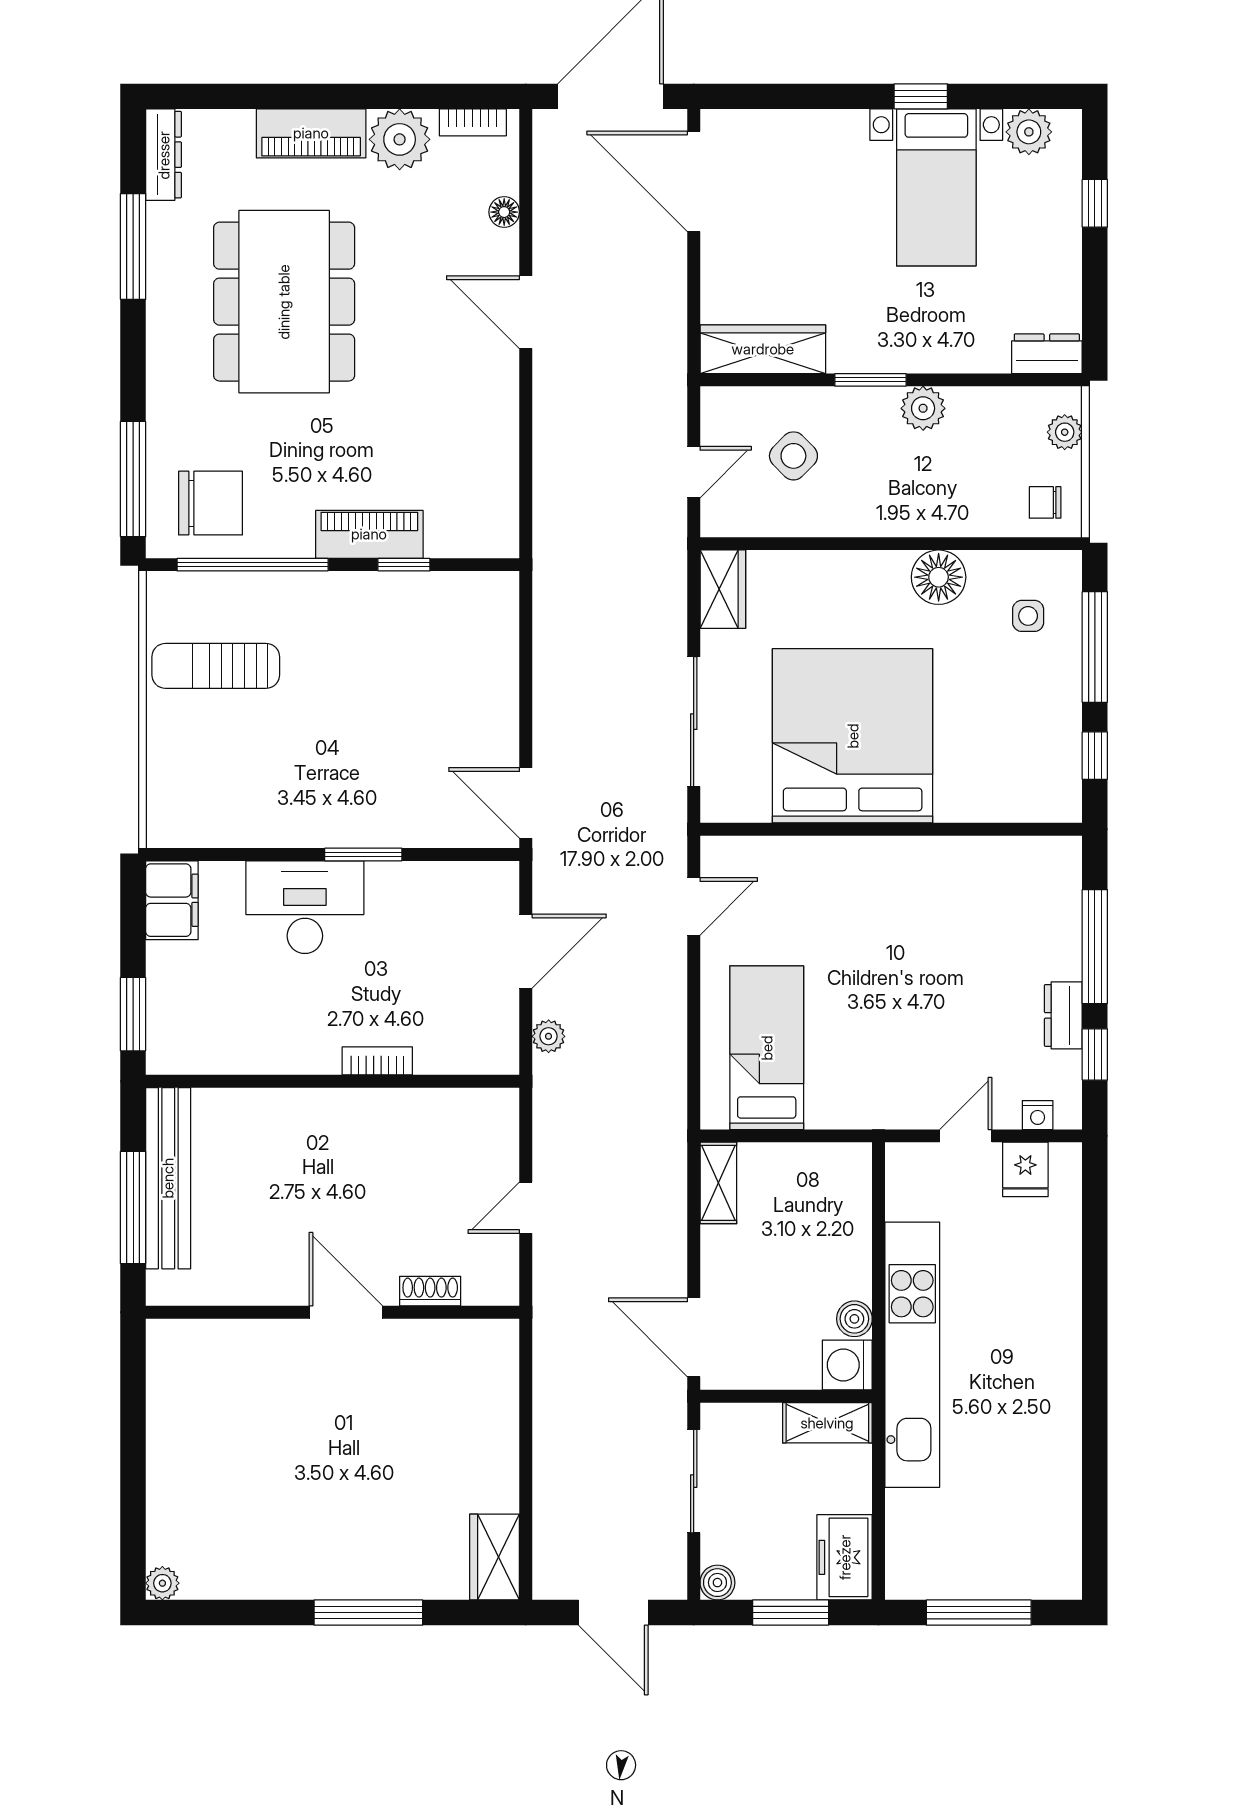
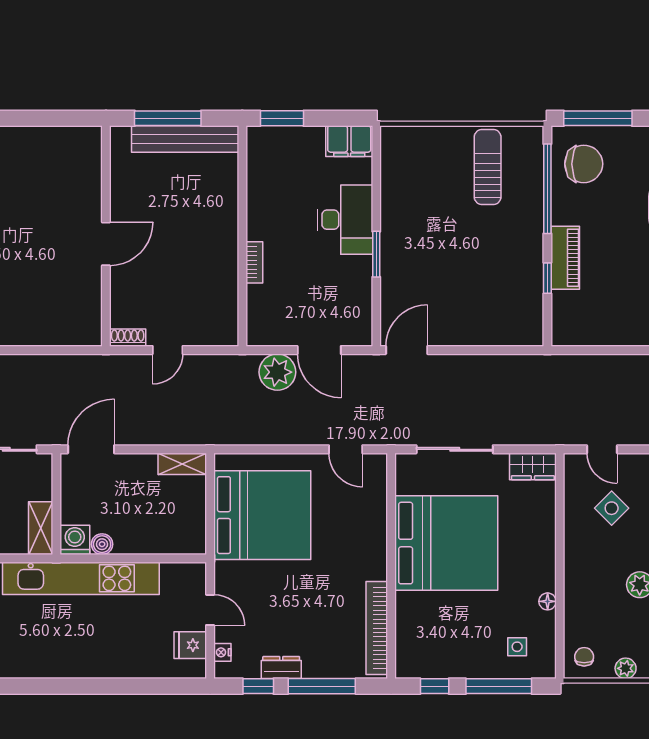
chair: (211, 503) -> (584, 164), turned -90
floor lamp: (939, 577) -> (548, 601), width x0.53, depth x0.53
bookcase: (996, 853) -> (377, 628), added
plant: (549, 1036) -> (277, 372), width x1.88, depth x1.88
bed: (767, 1048) -> (262, 515), width x2.04
door: (526, 1208) -> (168, 350), swing flipped
shoe rack: (430, 1291) -> (128, 338), moved, turned -90

